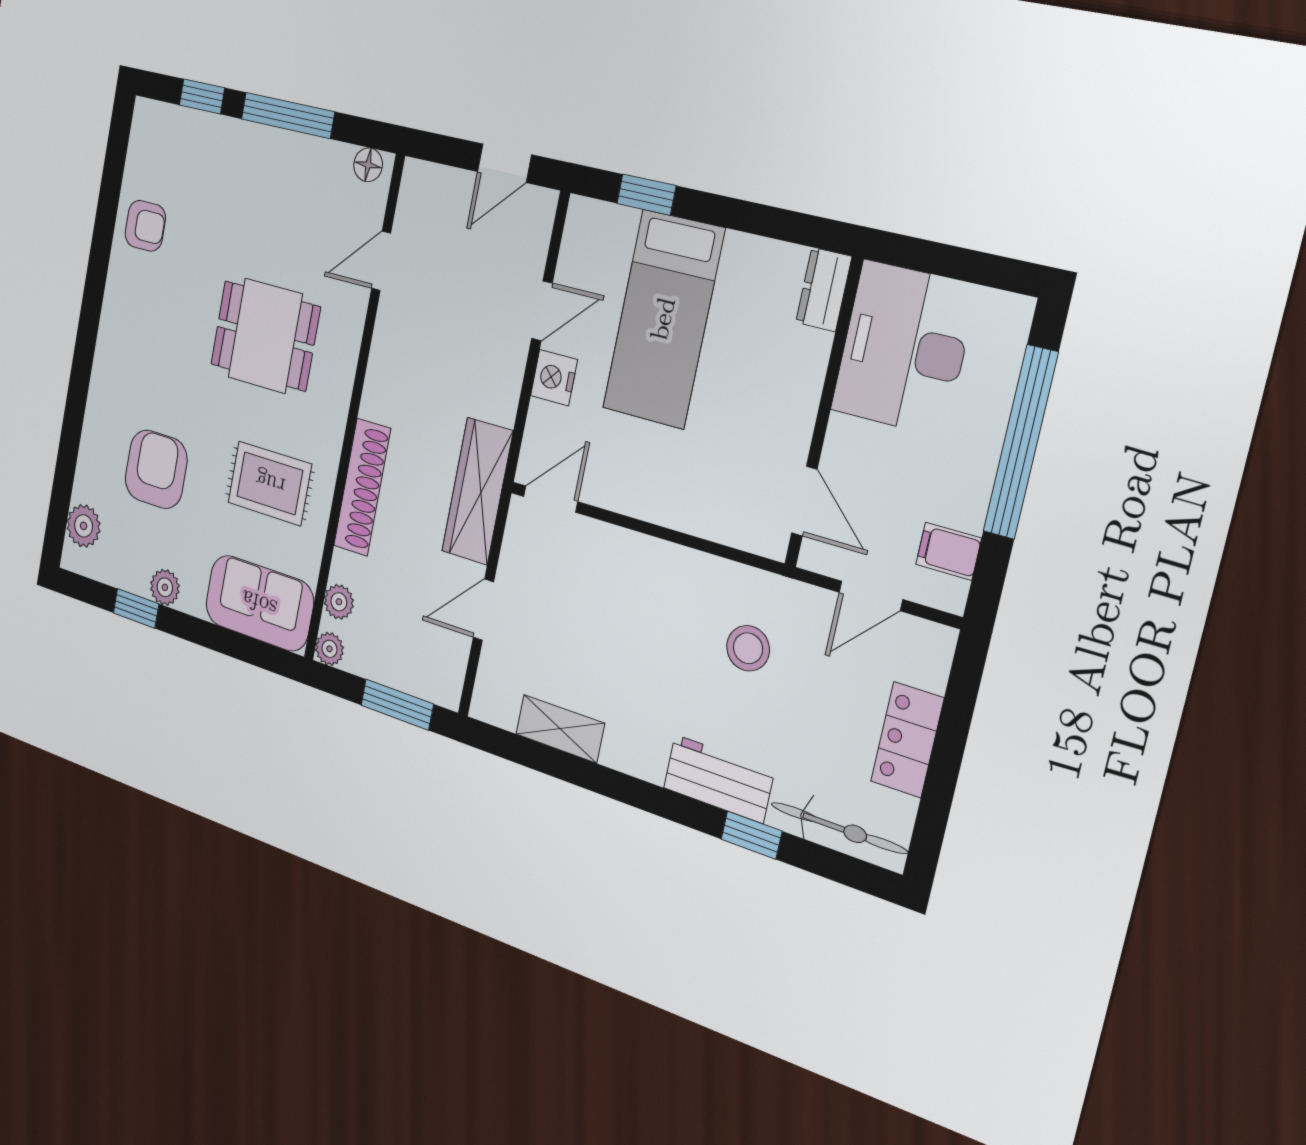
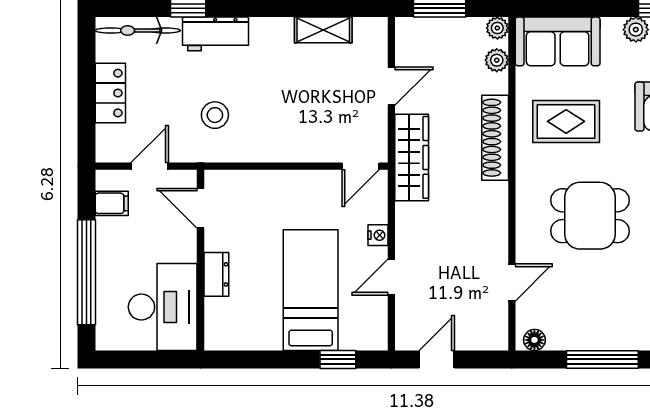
dresser: (824, 289) -> (216, 274), moved
nightstand: (554, 378) -> (378, 235), width x0.72, depth x0.74

